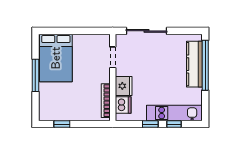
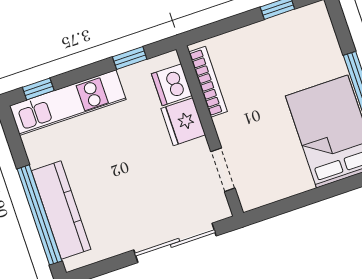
window: (150, 124) -> (130, 58), moved
window: (174, 124) -> (38, 89), moved

